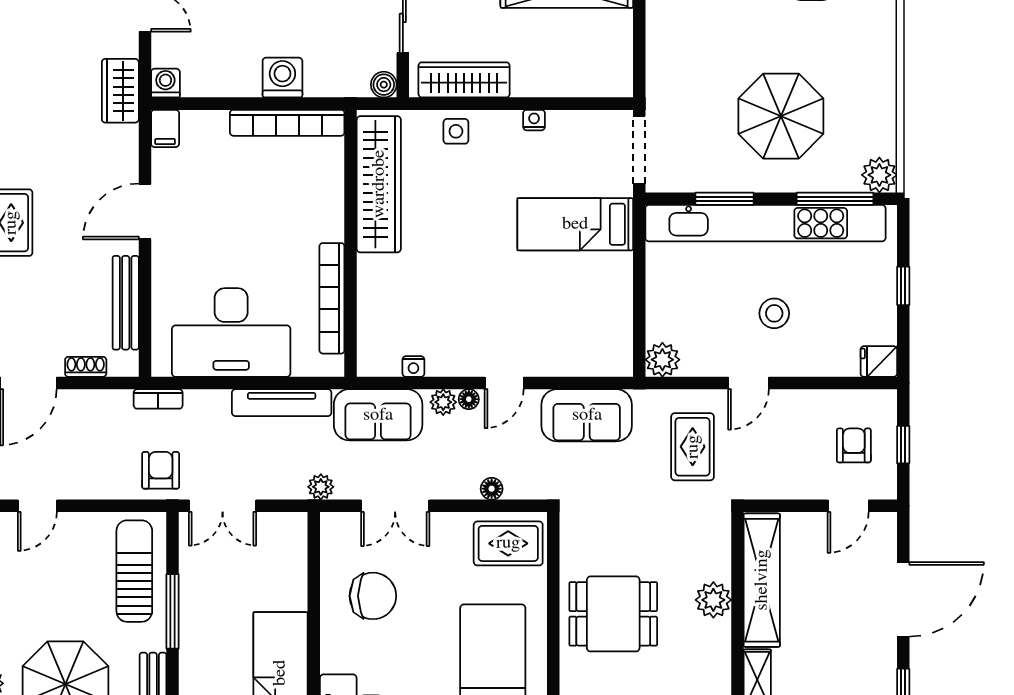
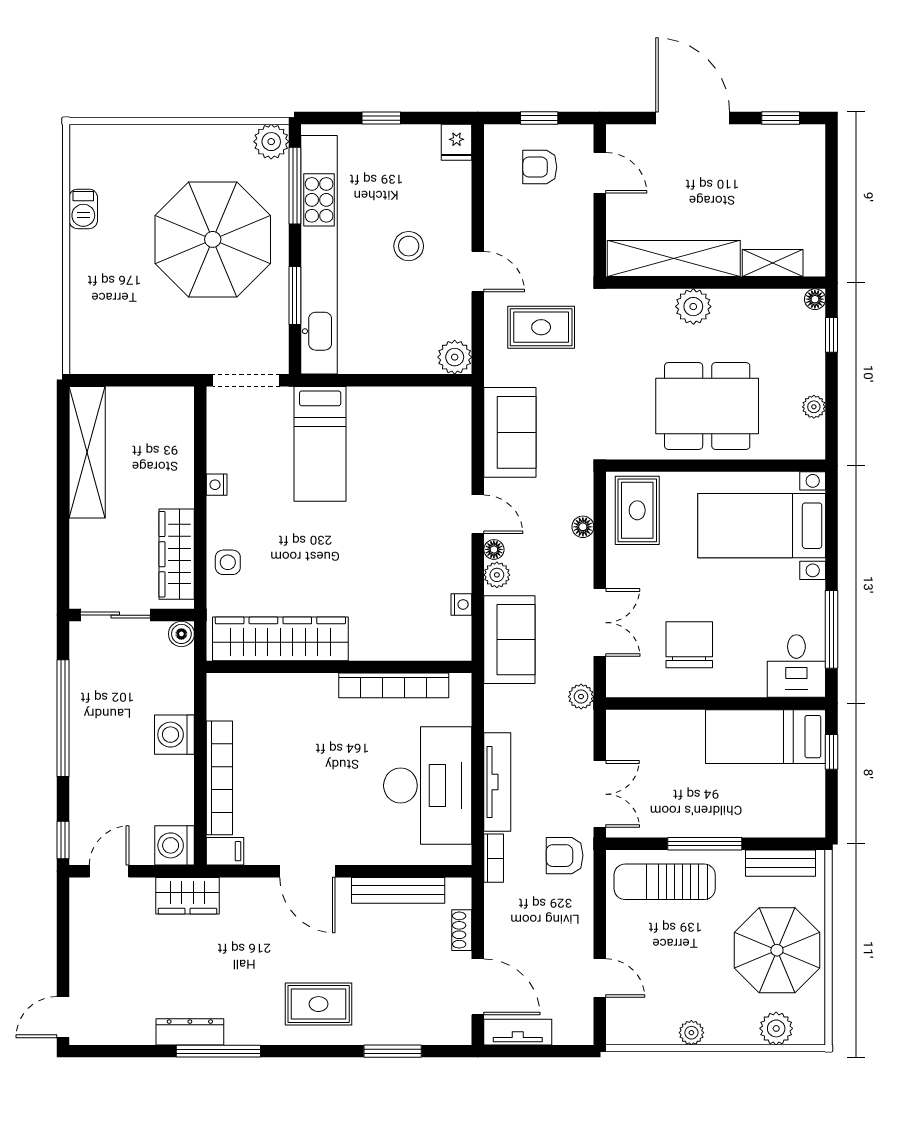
washing machine: (165, 83) -> (175, 845), width x1.38, depth x1.38
parasol: (781, 116) -> (213, 239), width x1.36, depth x1.36
bookcase: (287, 123) -> (219, 778), moved
tv unit: (282, 403) -> (497, 782), moved
dining table: (613, 614) -> (707, 406), width x1.37

